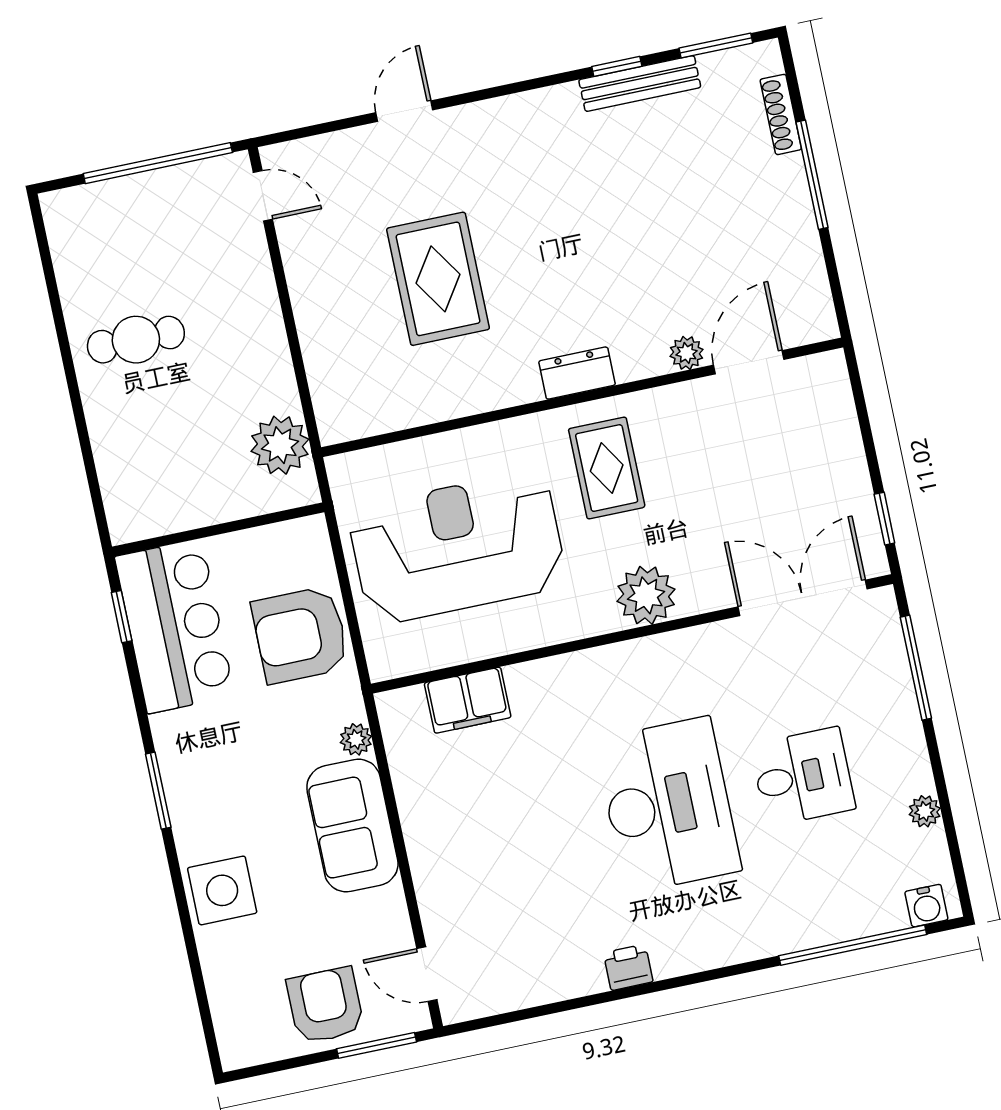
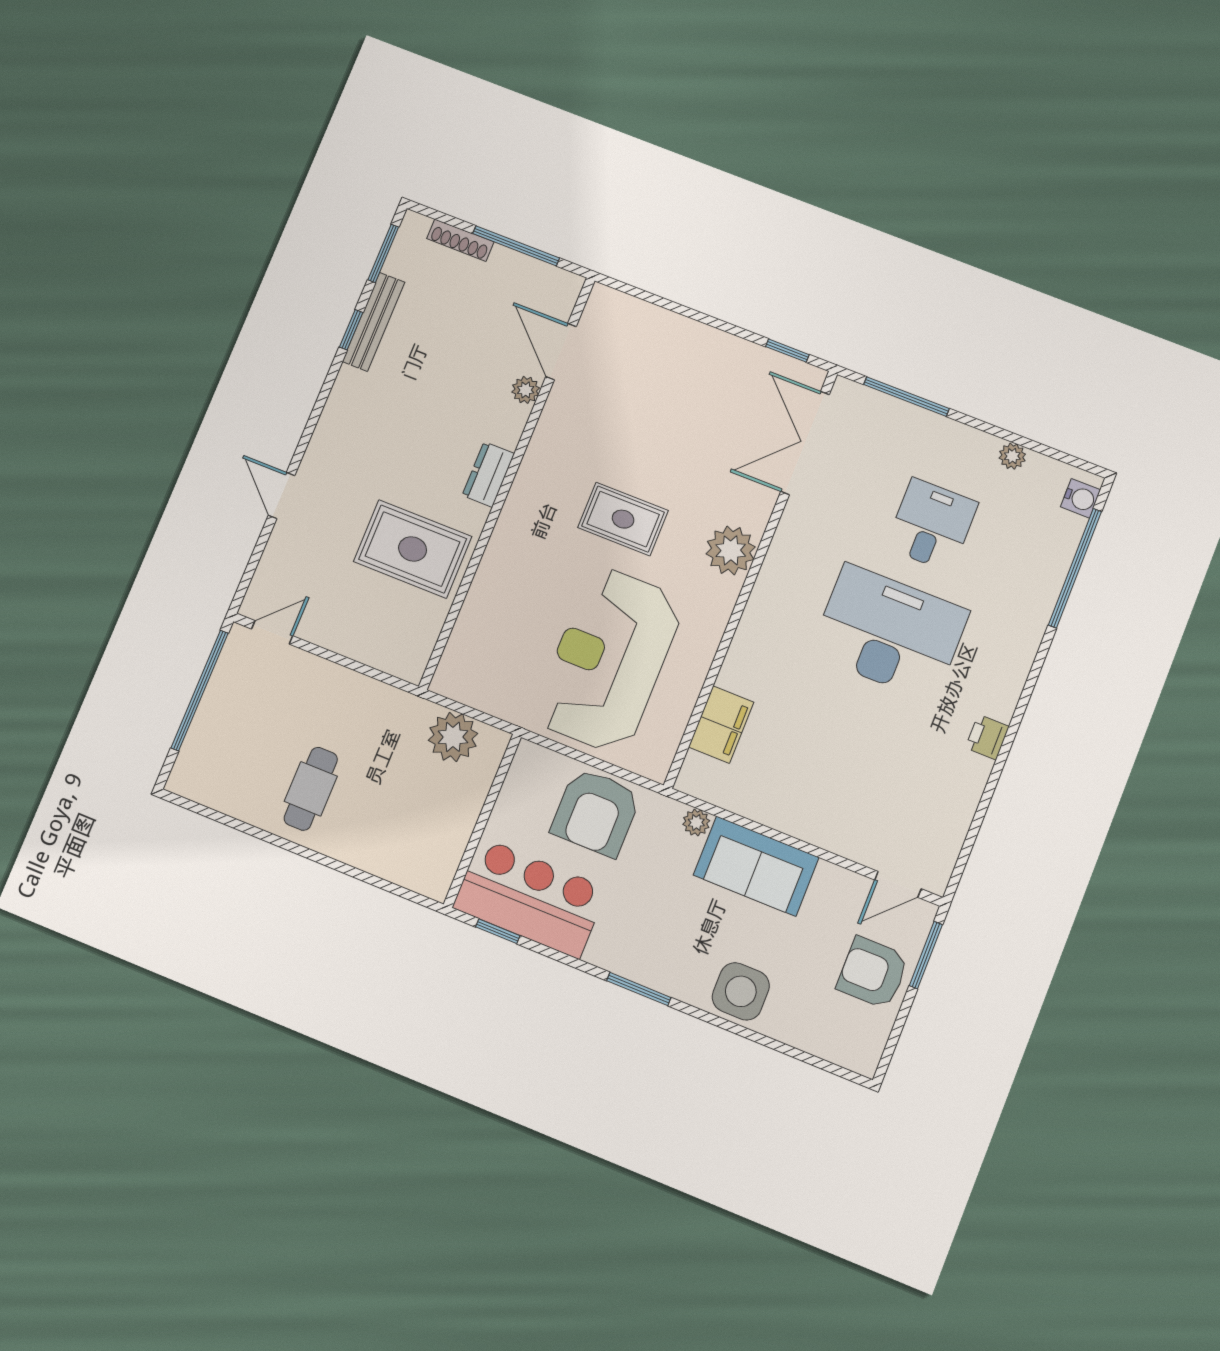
plant: (687, 353) -> (526, 390), moved
door: (749, 362) -> (561, 352), moved
dresser: (577, 373) -> (488, 474), moved
wall: (582, 397) -> (507, 482), moved

